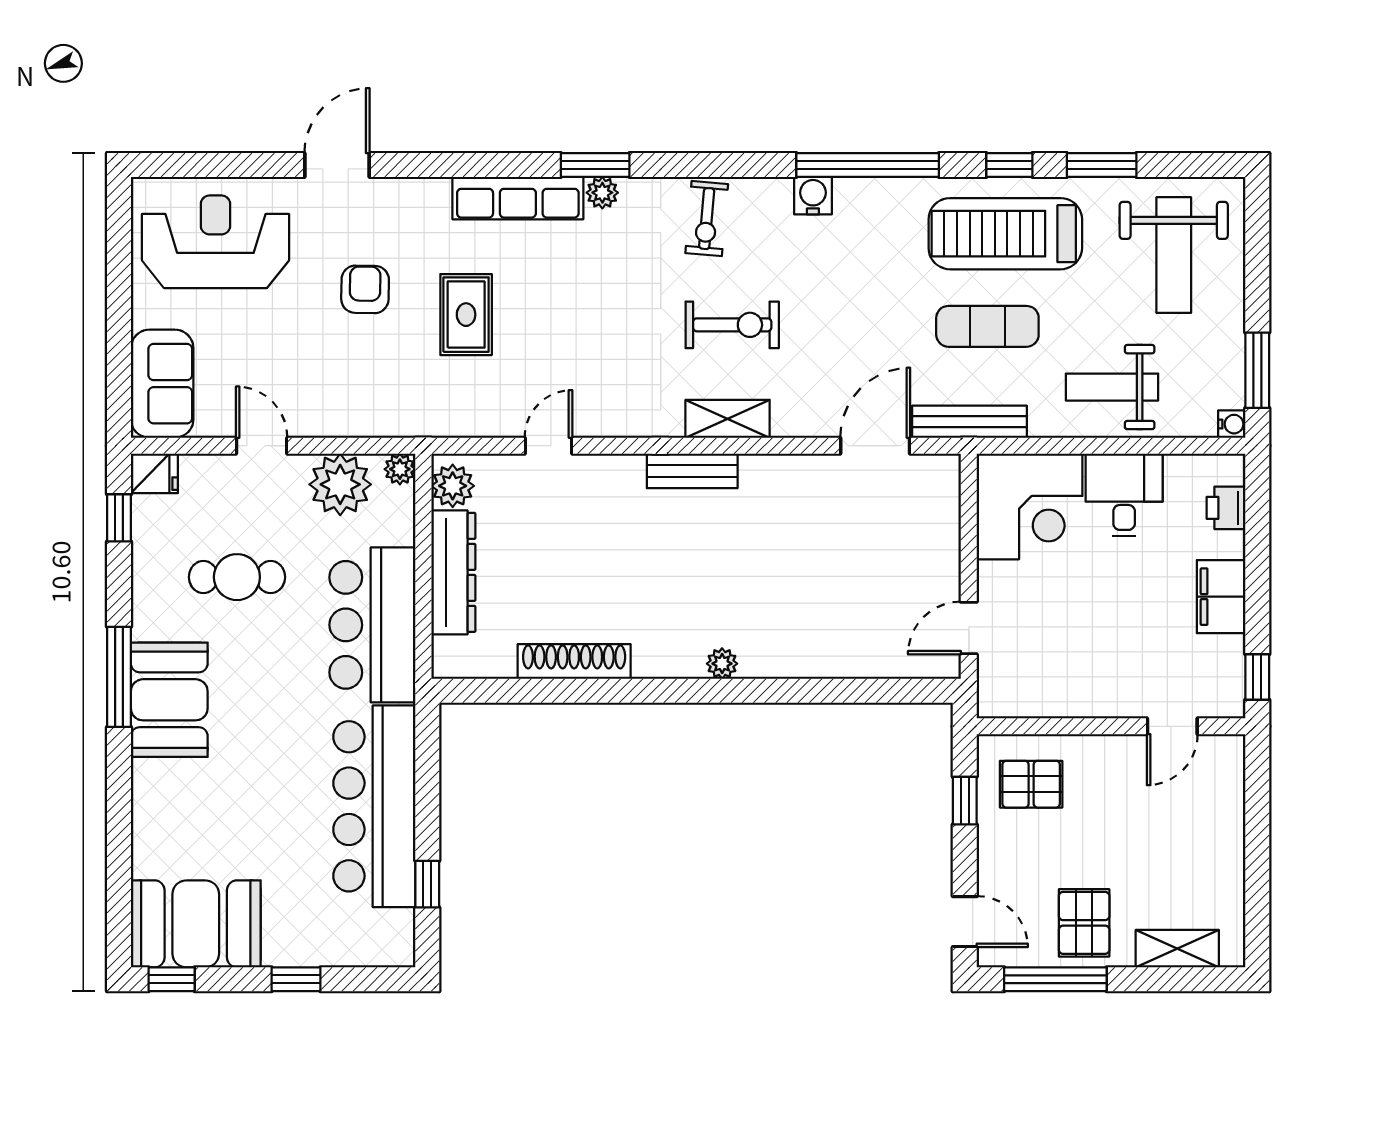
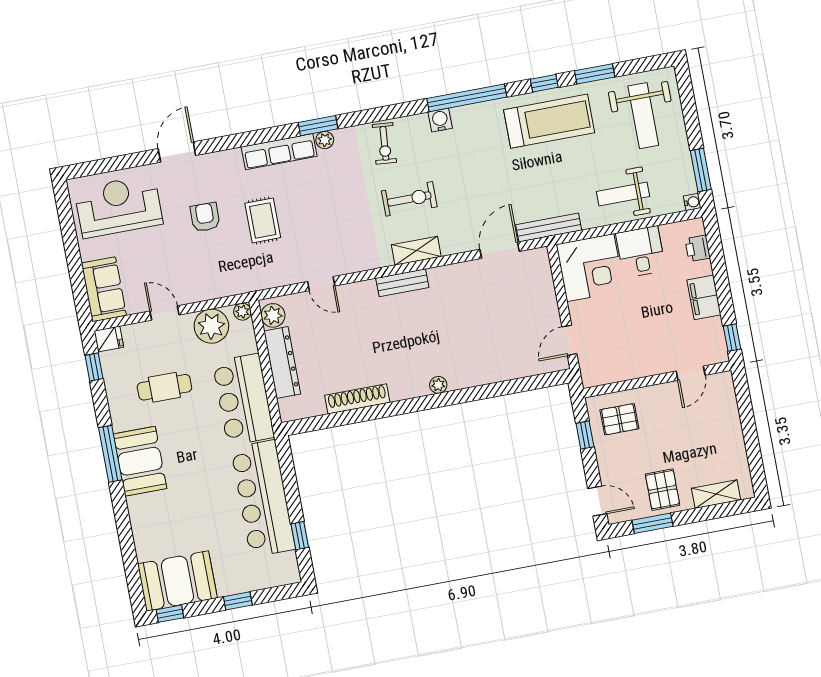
treadmill: (1005, 234) -> (549, 121), turned 180
exercise mat: (987, 326) -> (549, 174), removed
door: (548, 446) -> (321, 284), swing flipped
window: (1055, 979) -> (653, 523), width x0.69

